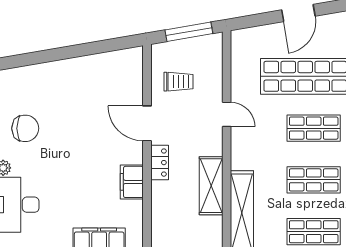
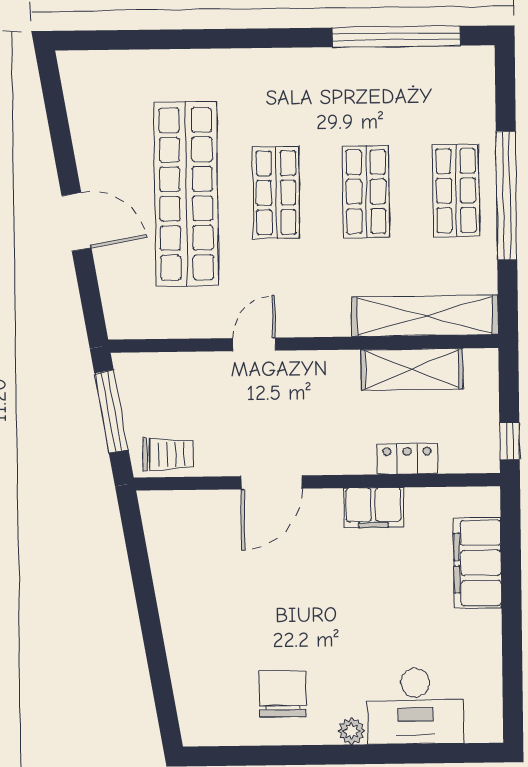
trolley: (179, 82) -> (168, 454), moved, turned 90
locker: (160, 163) -> (407, 459), moved
shelving: (211, 186) -> (412, 369), moved

